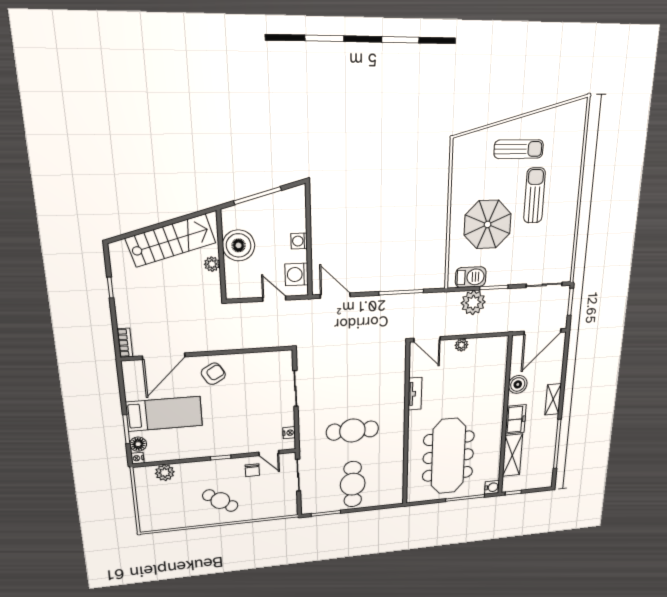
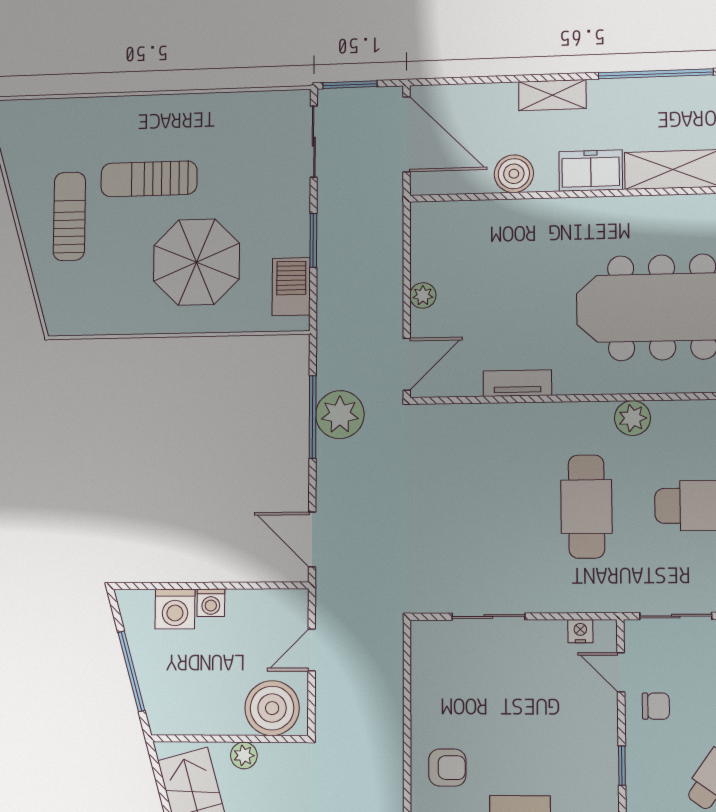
boiler: (239, 245) -> (272, 708), moved
washing machine: (297, 274) -> (175, 609), moved
door: (335, 296) -> (312, 540), hinge flipped
plant: (473, 303) -> (340, 415), moved
armchair: (213, 374) -> (447, 768), turned 120
plant: (396, 448) -> (632, 418), added
door: (269, 453) -> (621, 672), swing flipped

